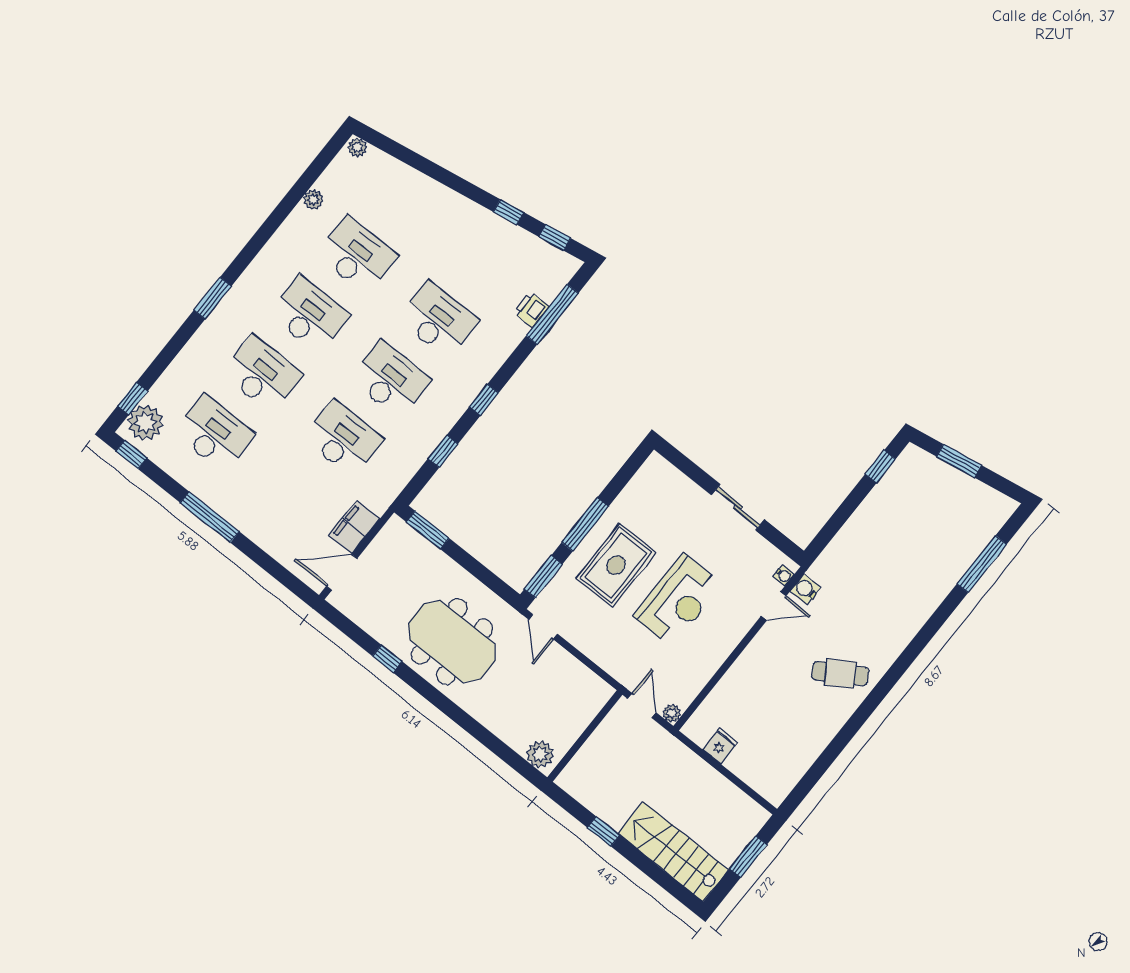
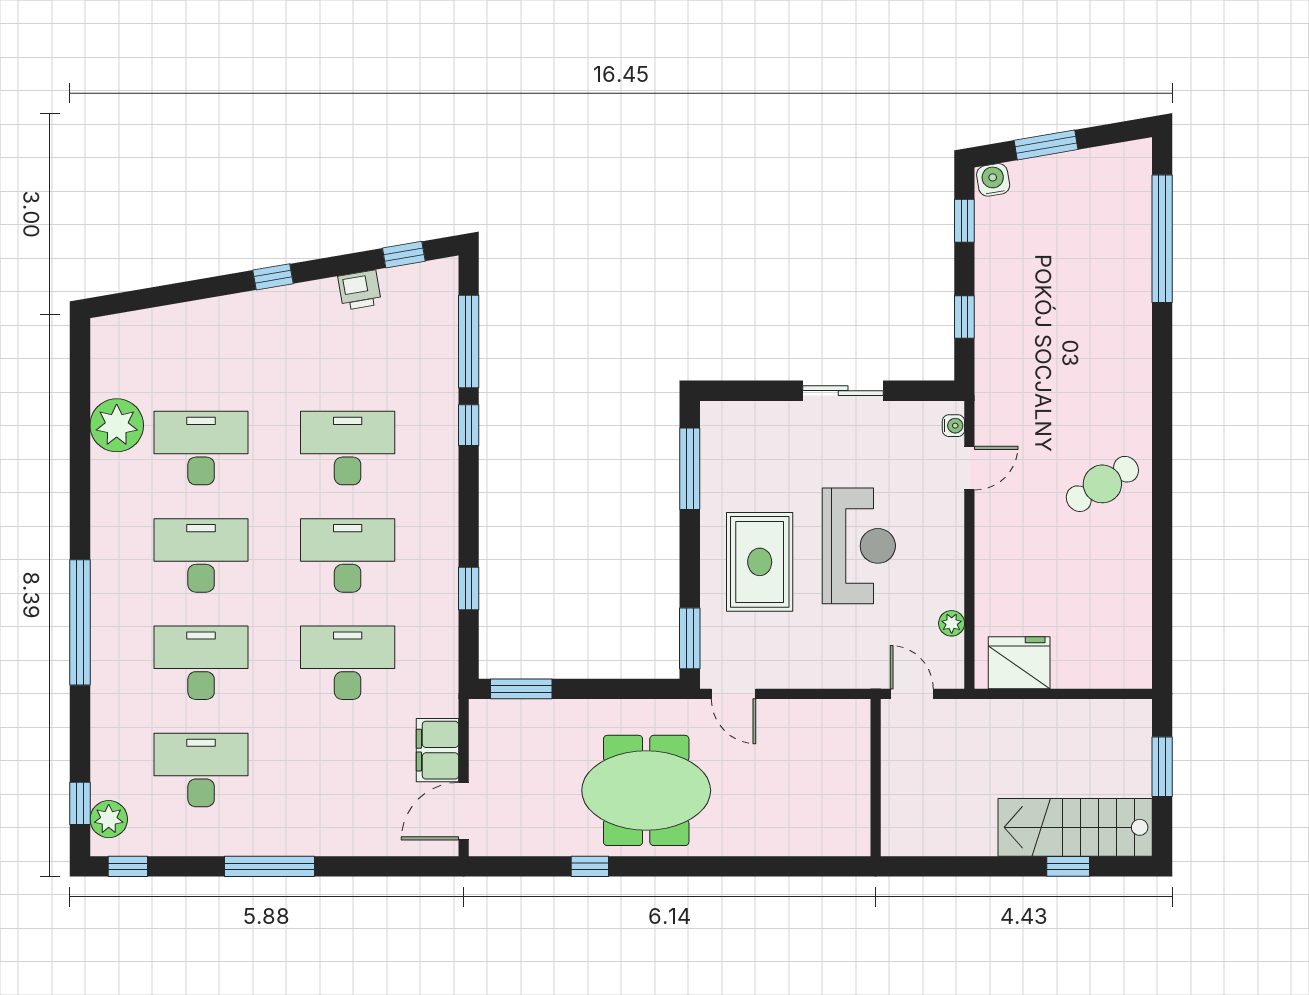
plant: (357, 148) -> (107, 329), removed
plant: (313, 200) -> (117, 425), width x1.88, depth x1.88
window: (509, 212) -> (273, 277), moved
window: (213, 298) -> (80, 622), width x2.11
printer: (531, 309) -> (360, 290), moved, turned -100
window: (484, 400) -> (469, 425), moved
plant: (145, 423) -> (109, 819), width x0.73, depth x0.73
window: (838, 520) -> (964, 317), added
window: (585, 524) -> (690, 469), moved
window: (982, 564) -> (1162, 239), width x1.46
water cooler: (806, 589) -> (993, 180), moved, turned 80
plant: (672, 713) -> (952, 623), moved
fridge: (720, 746) -> (1019, 663), width x1.88, depth x1.34
plant: (540, 754) -> (843, 837), removed
window: (604, 831) -> (1068, 866), moved

